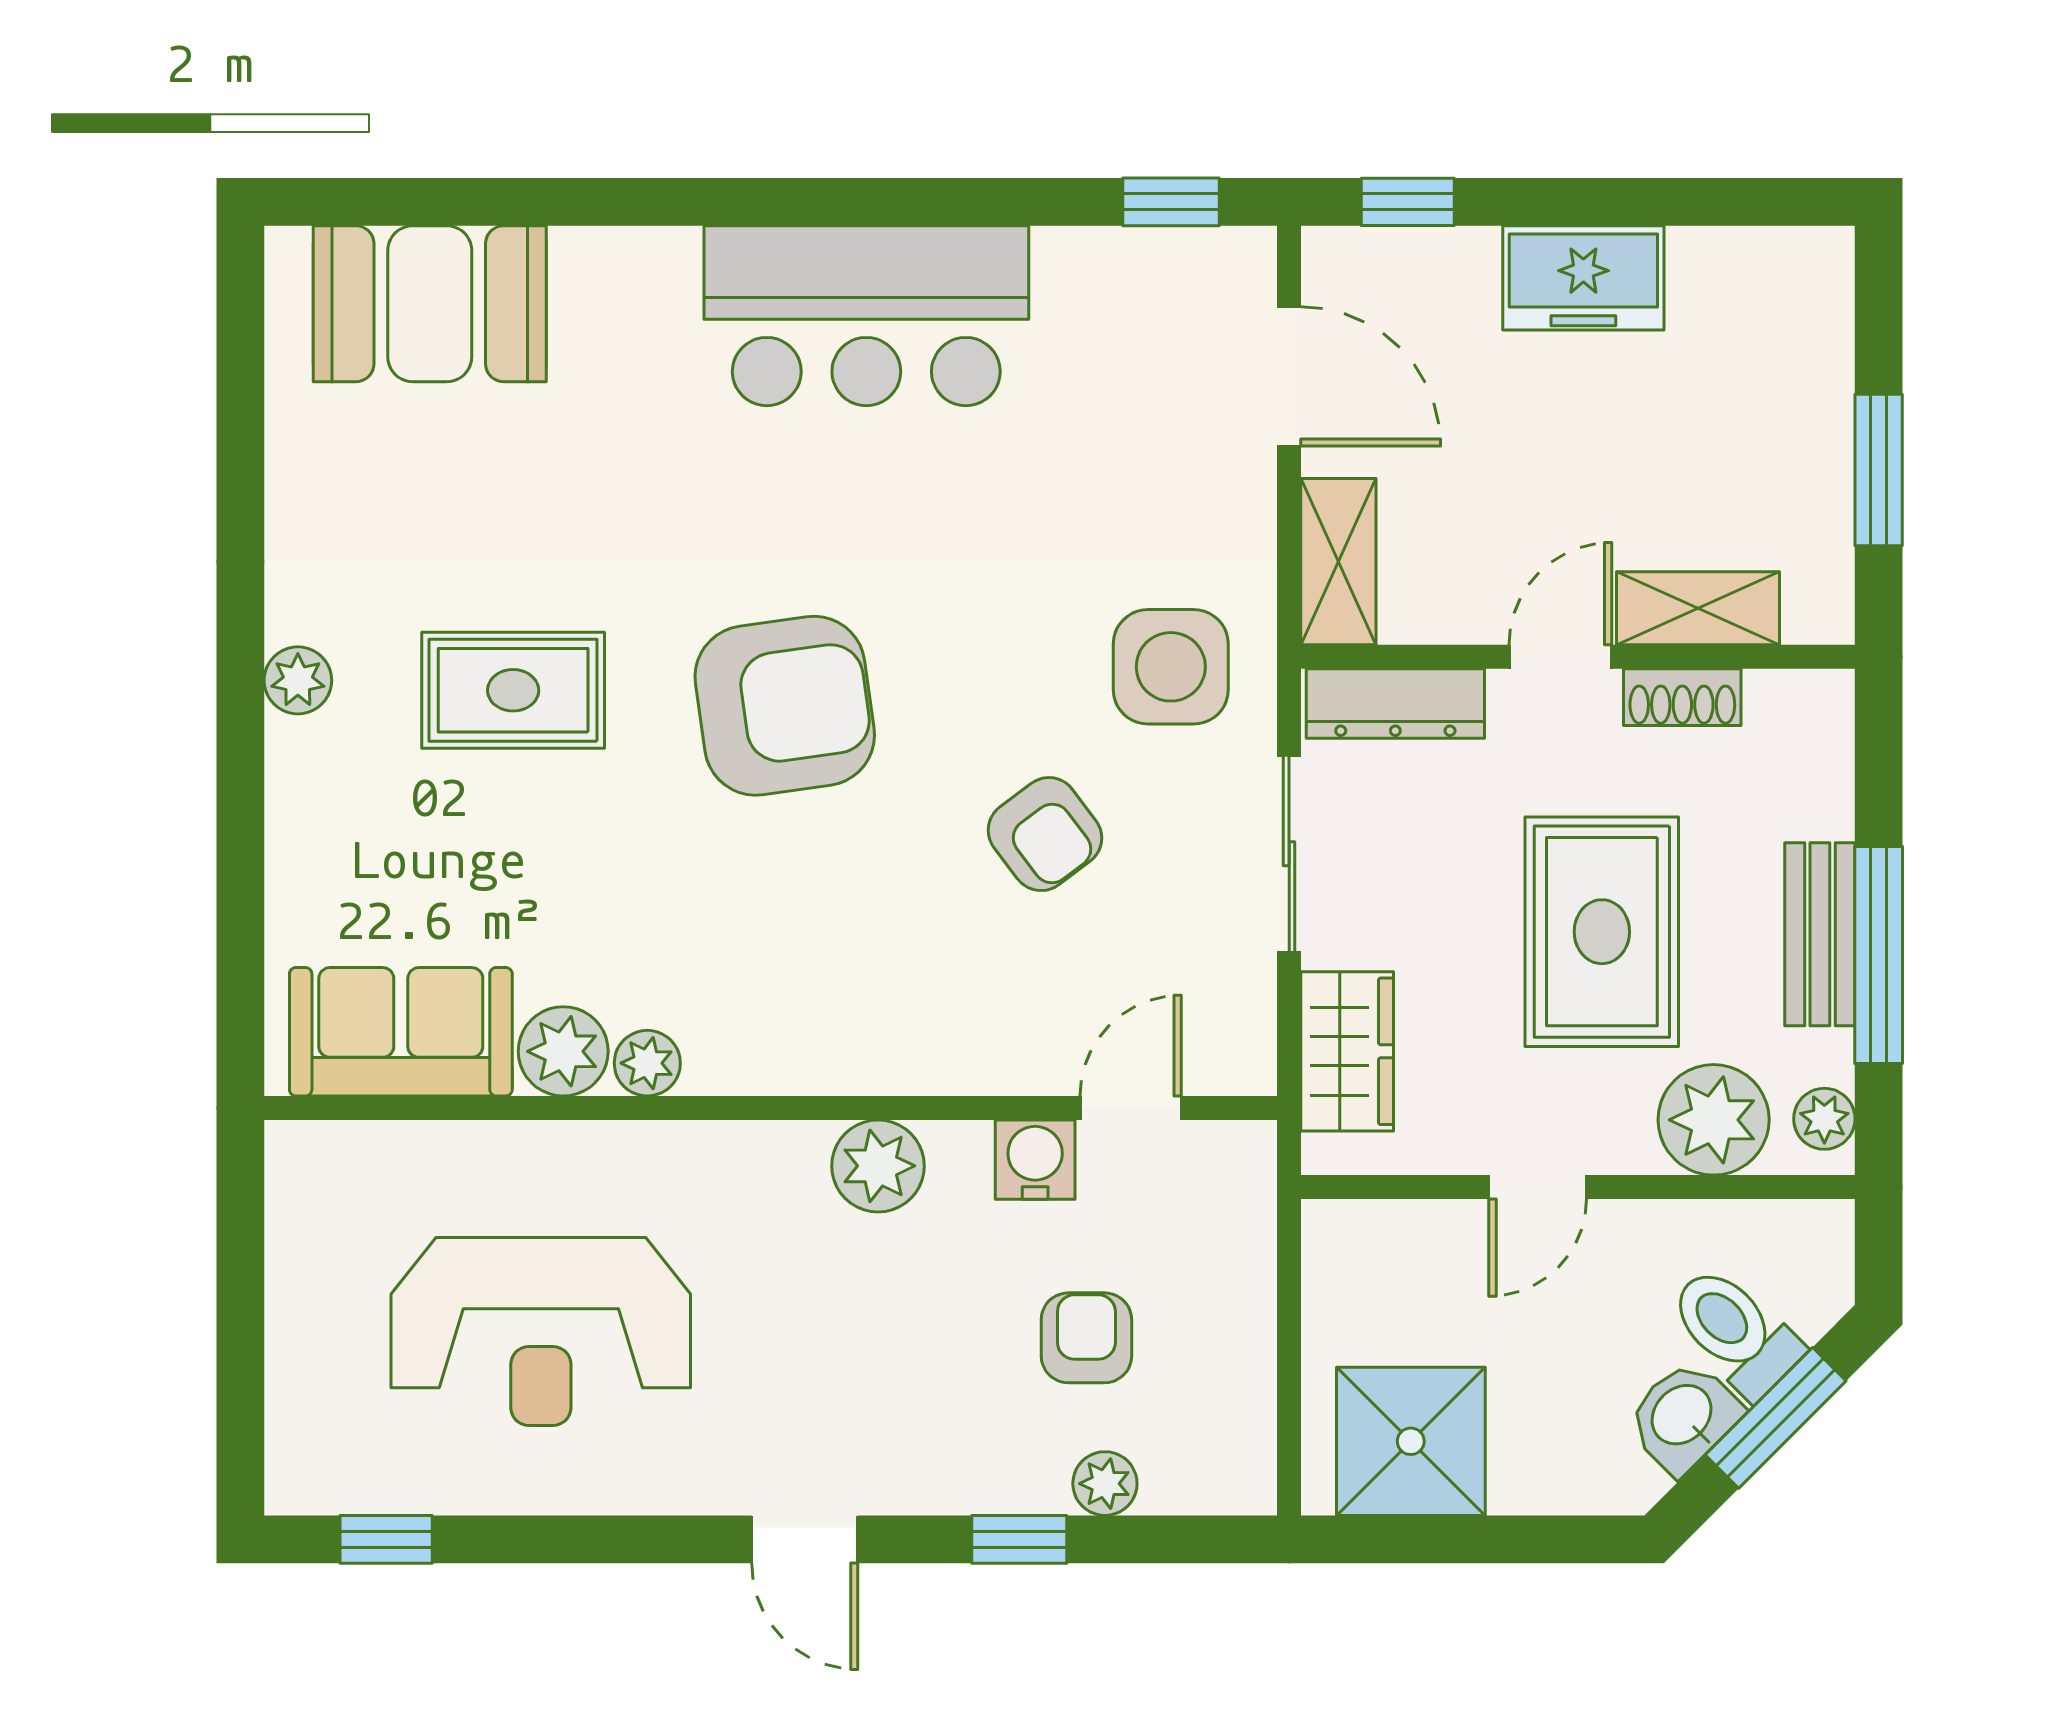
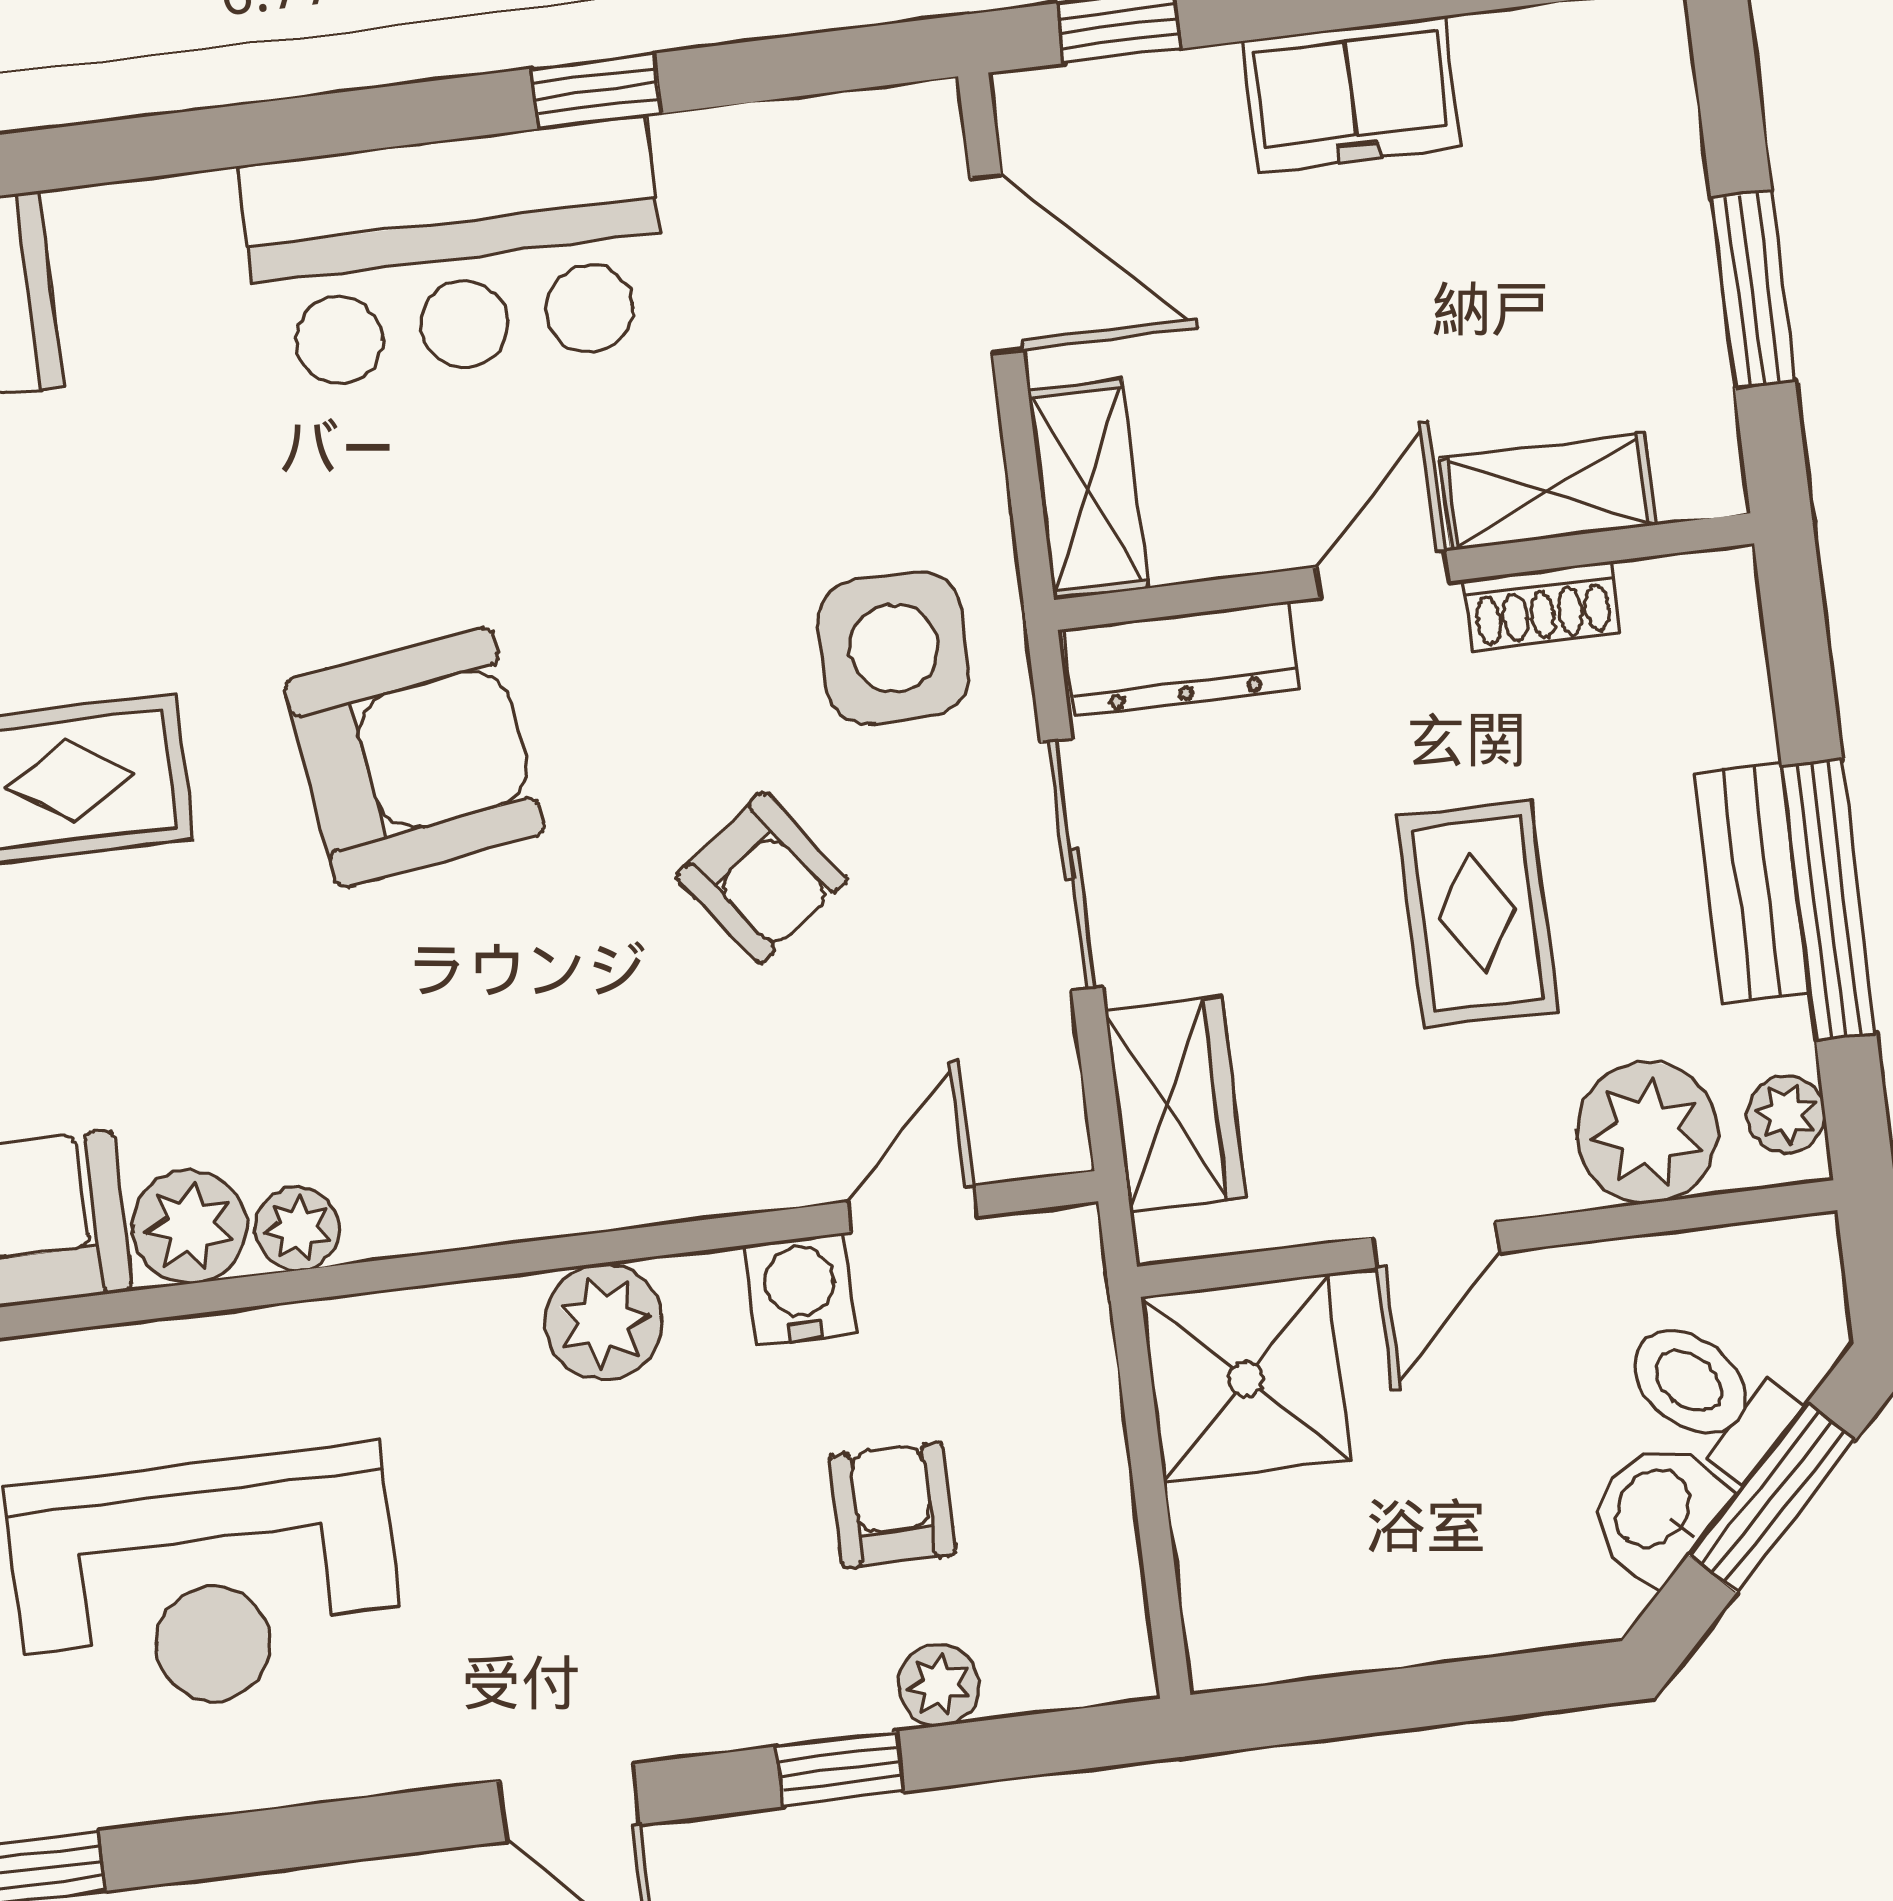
window: (1171, 202) -> (596, 91), moved
rug: (1602, 932) -> (1477, 914), width x0.73, depth x0.70
shower: (1411, 1441) -> (1246, 1379), moved

